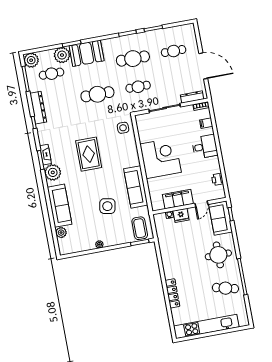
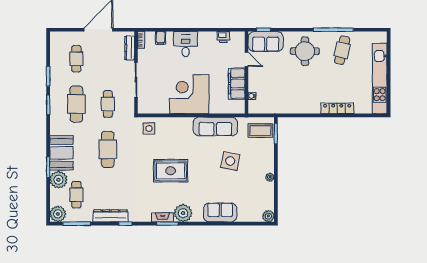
sofa: (60, 206) -> (220, 212), width x0.73
fridge: (181, 215) -> (255, 84), removed
plant: (61, 233) -> (268, 216), moved

